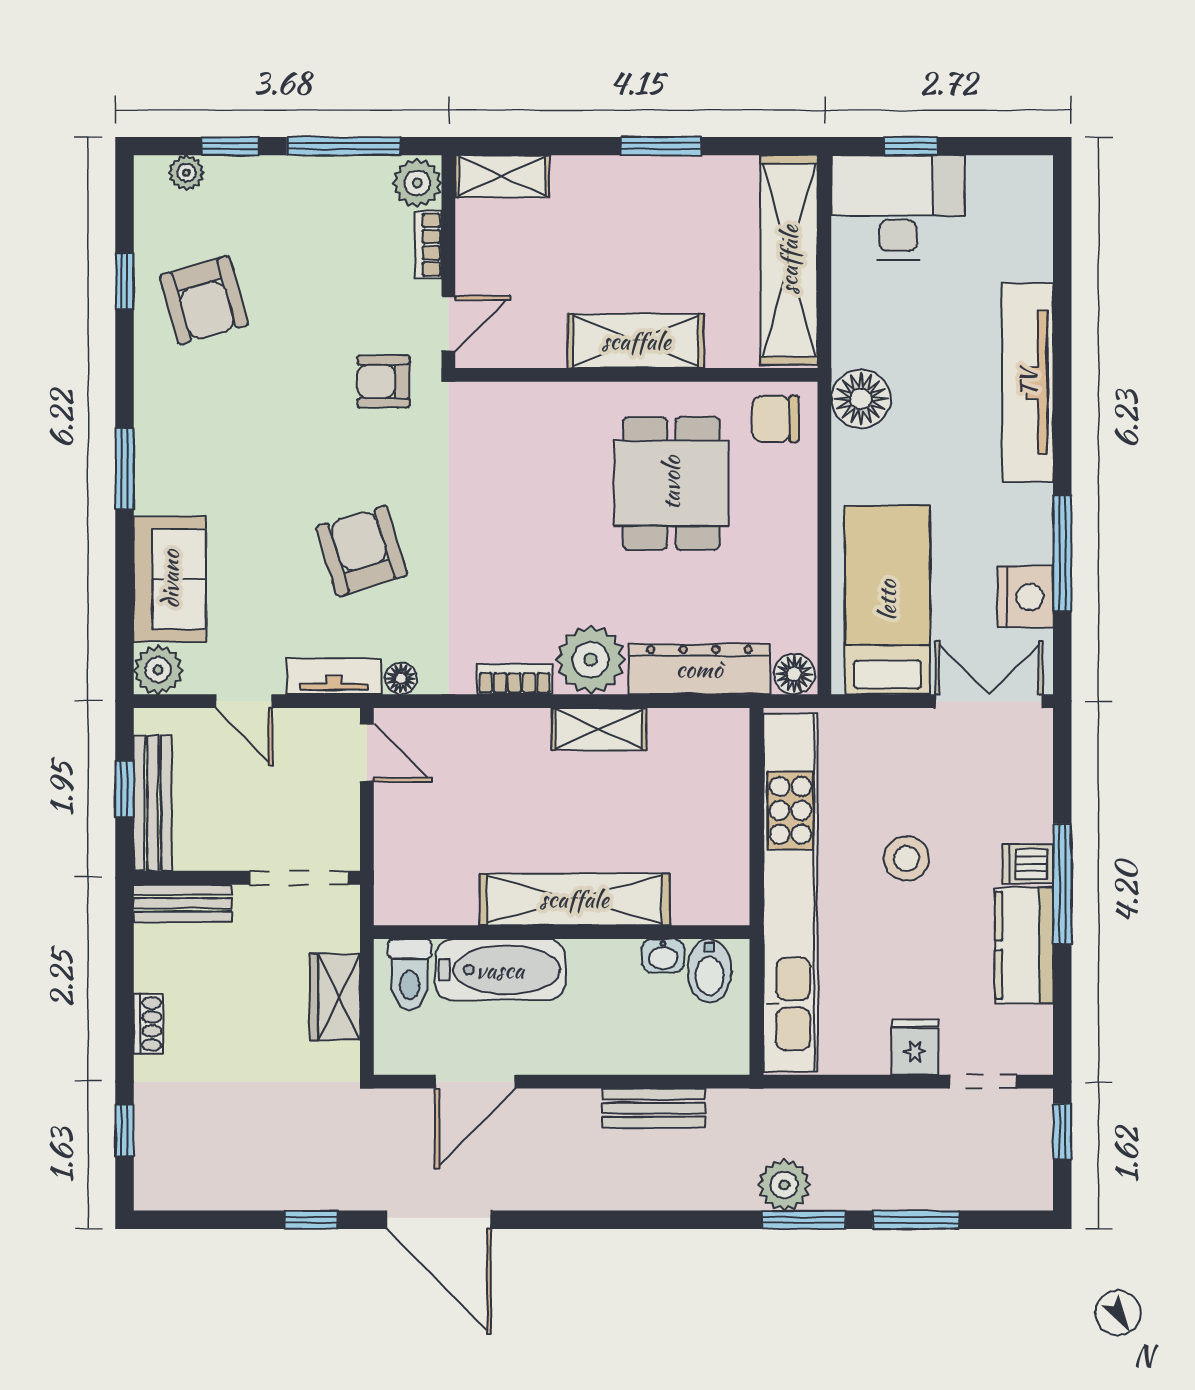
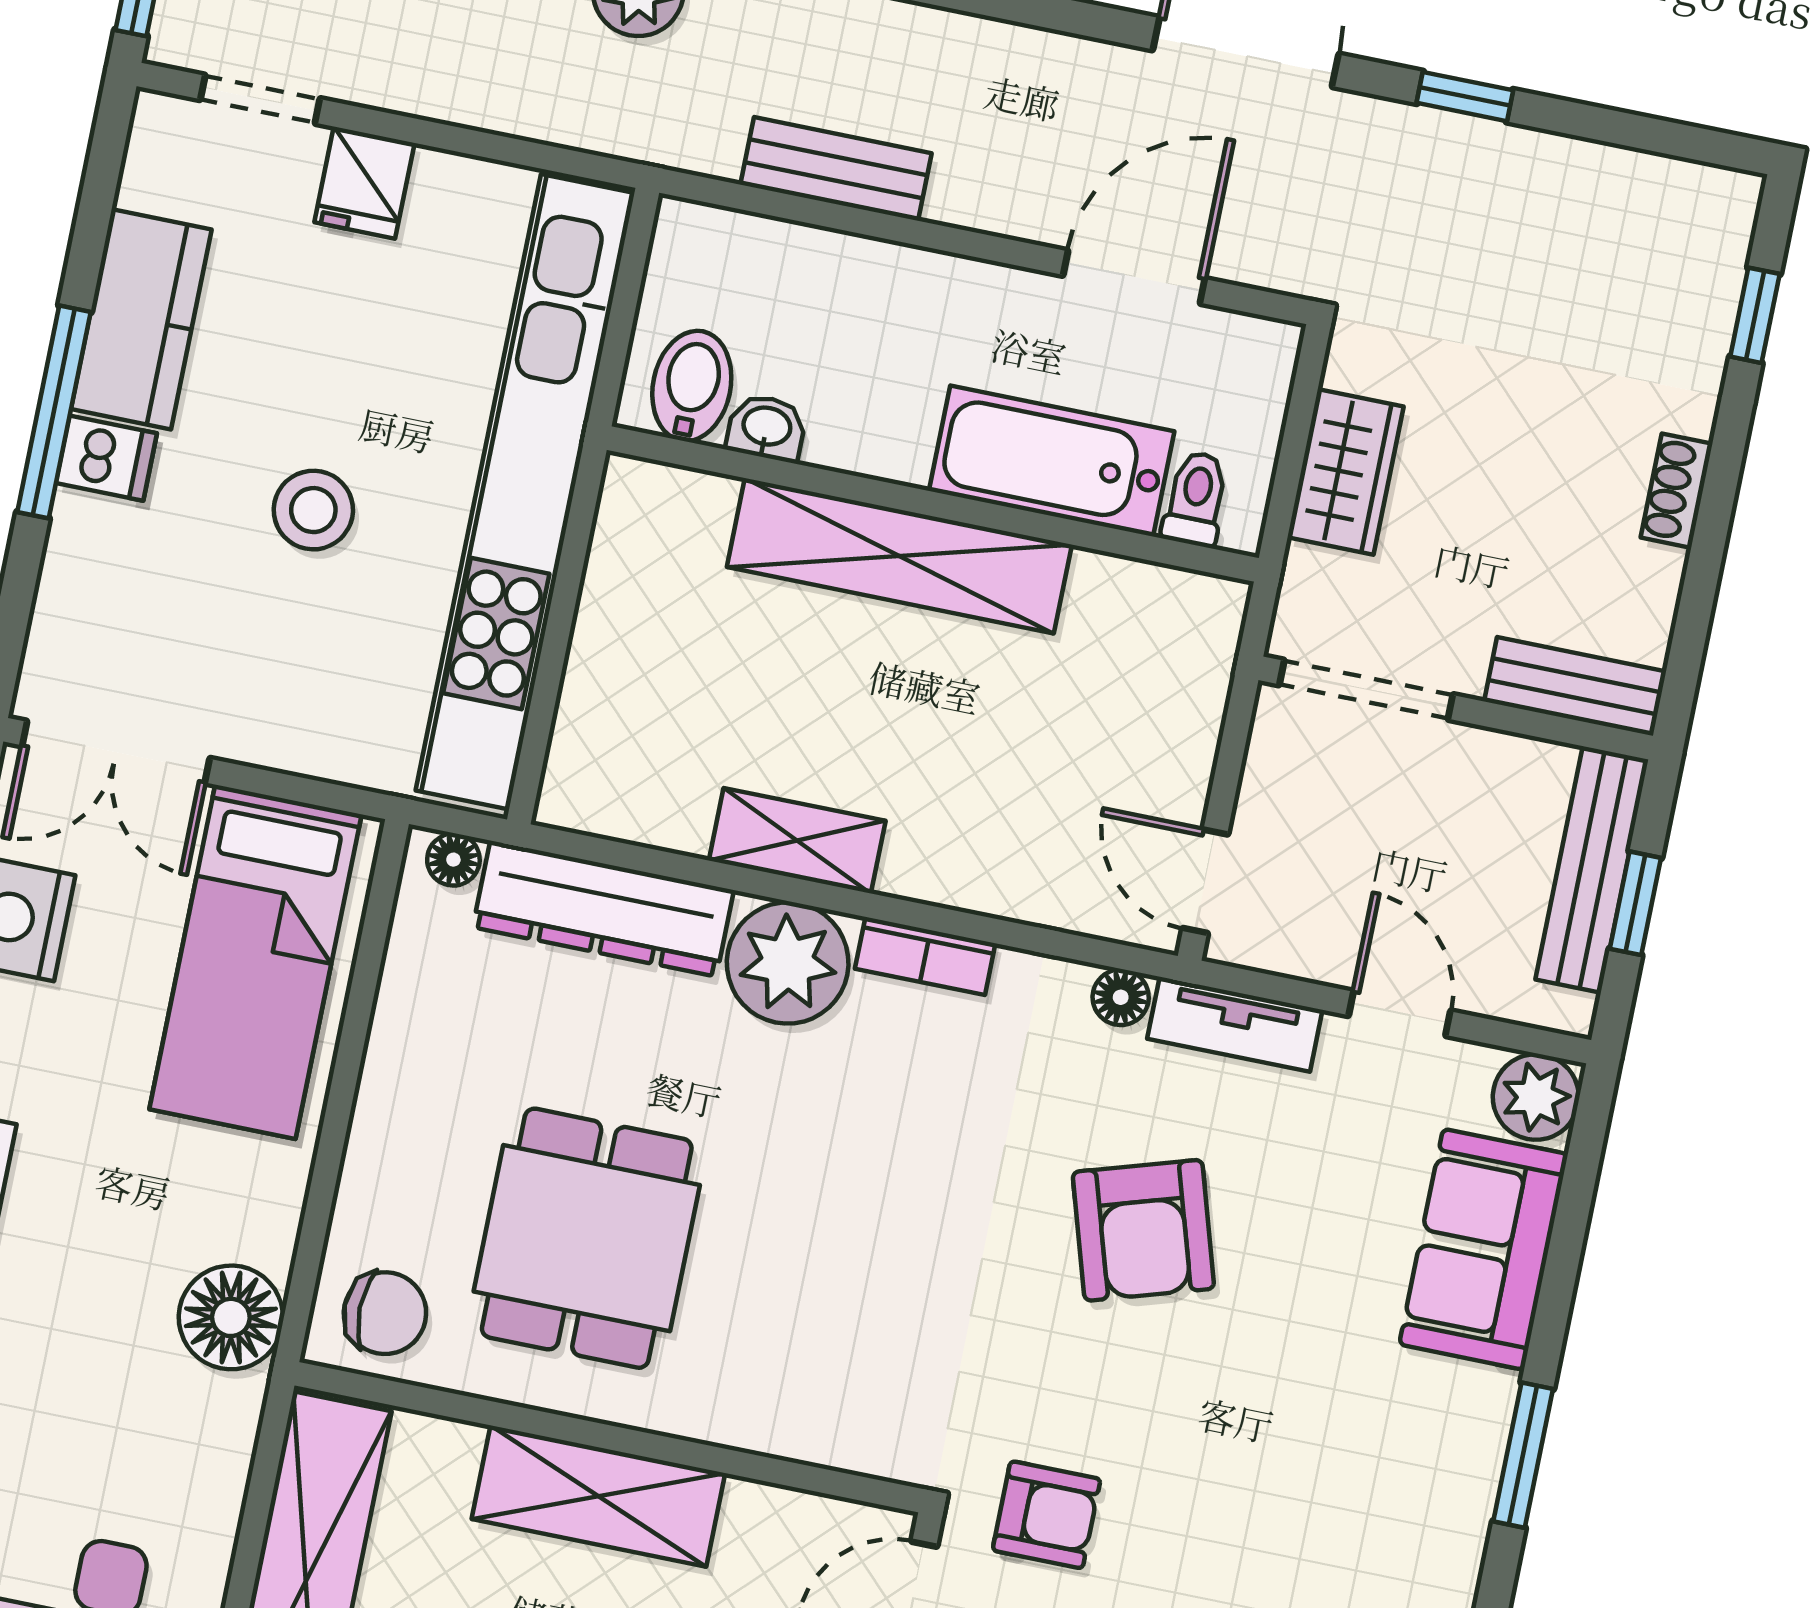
floor lamp: (794, 674) -> (453, 860), width x0.73, depth x0.73
toilet: (410, 975) -> (1196, 499), width x0.73, depth x0.72

